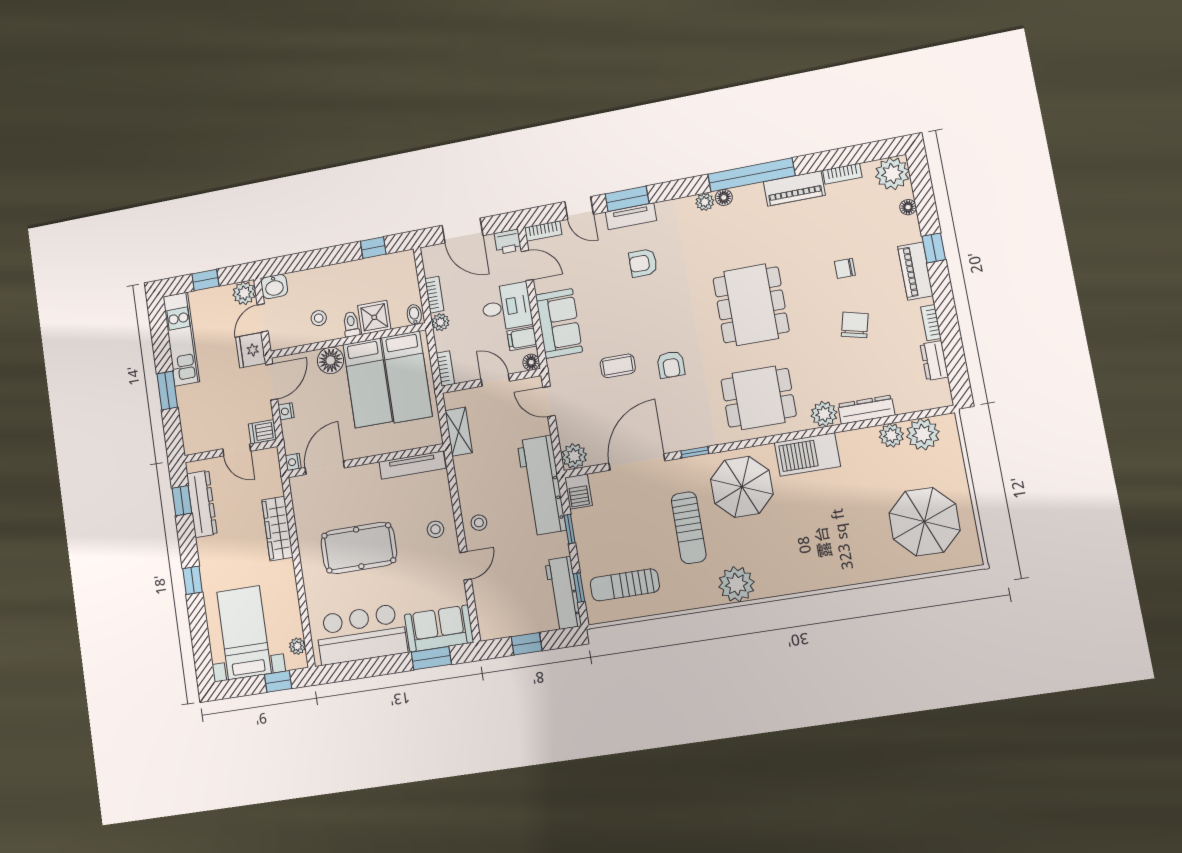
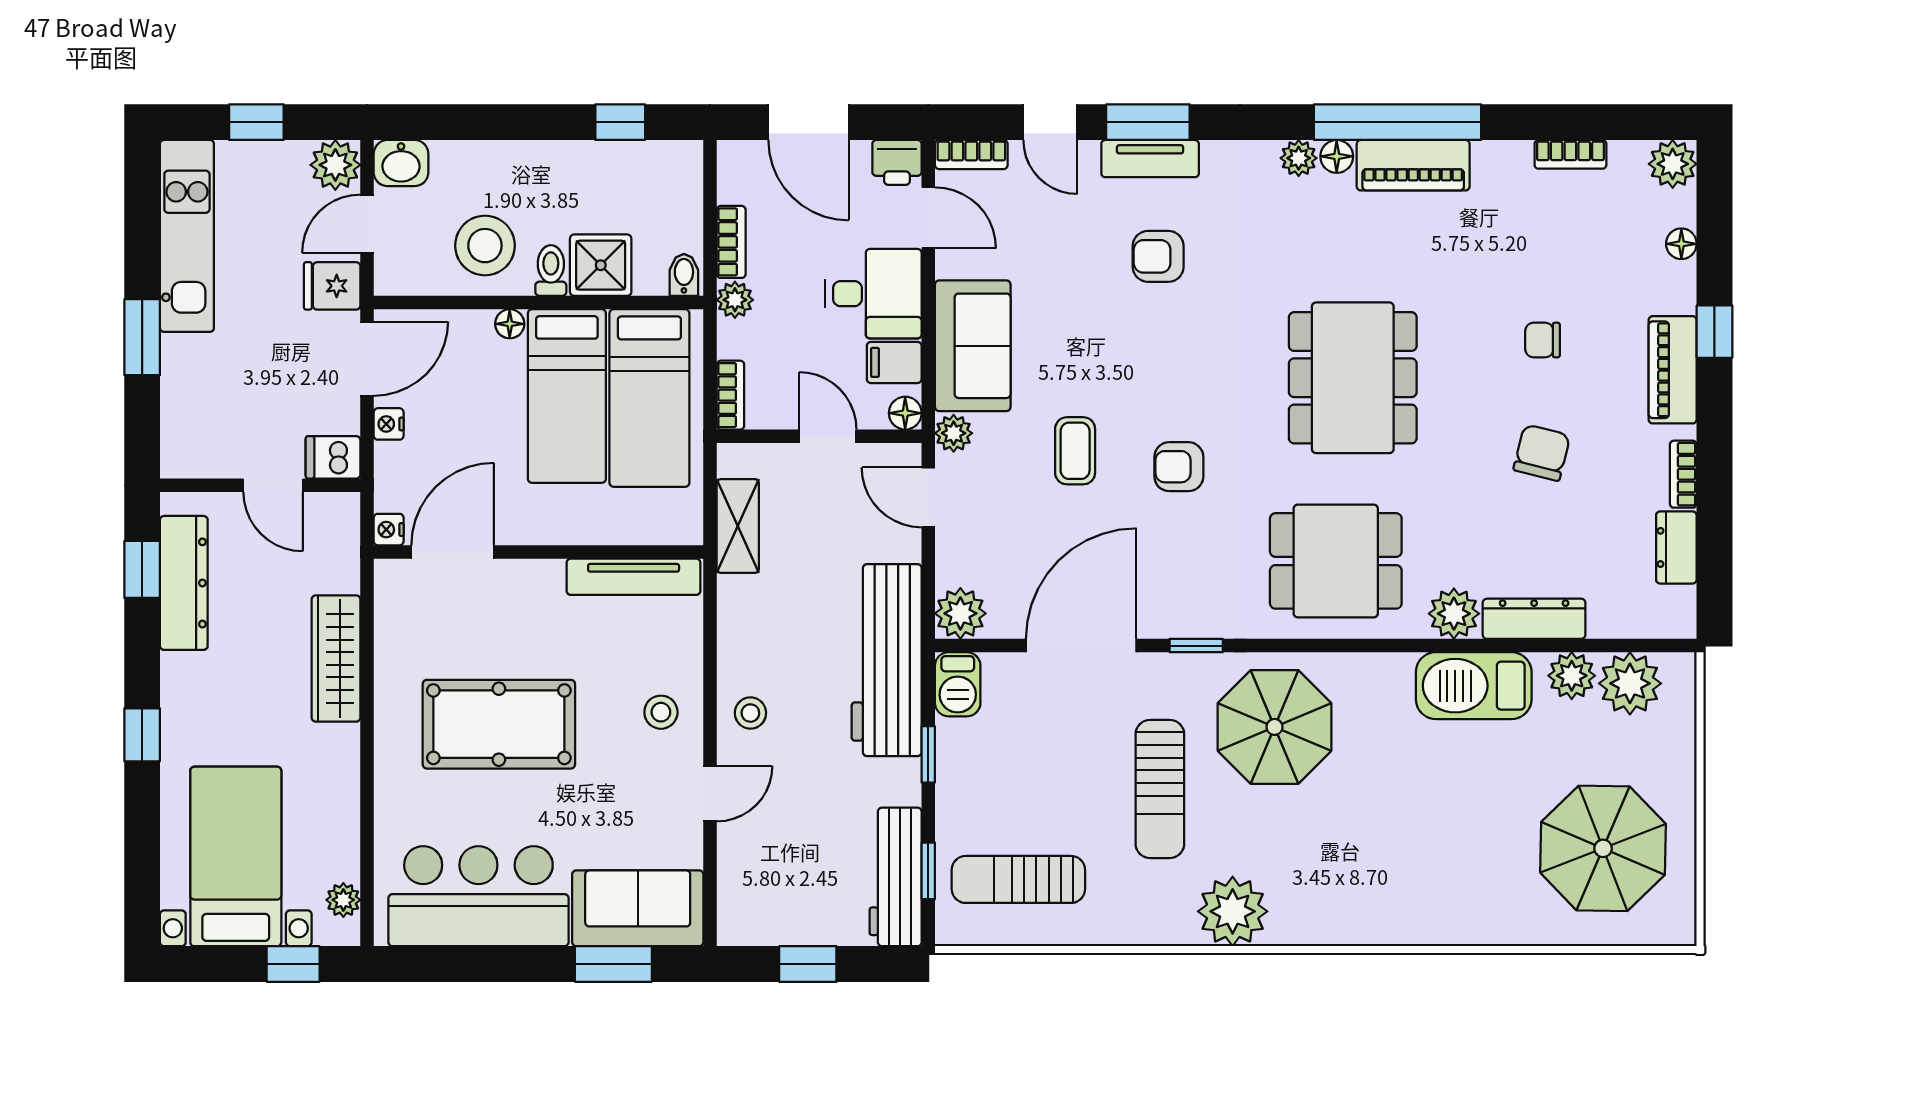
plant: (892, 174) -> (1673, 164), width x0.73, depth x0.73
piano: (794, 188) -> (1413, 165), moved
stool: (319, 318) -> (485, 246), width x1.89, depth x1.89
fridge: (251, 350) -> (332, 286), width x0.72
floor lamp: (331, 360) -> (510, 324), width x0.53, depth x0.53
armchair: (671, 365) -> (1179, 467), turned 90
coffee table: (618, 366) -> (1075, 451), turned 90
plant: (556, 368) -> (954, 433), added
barbecue: (807, 454) -> (1474, 686), moved

